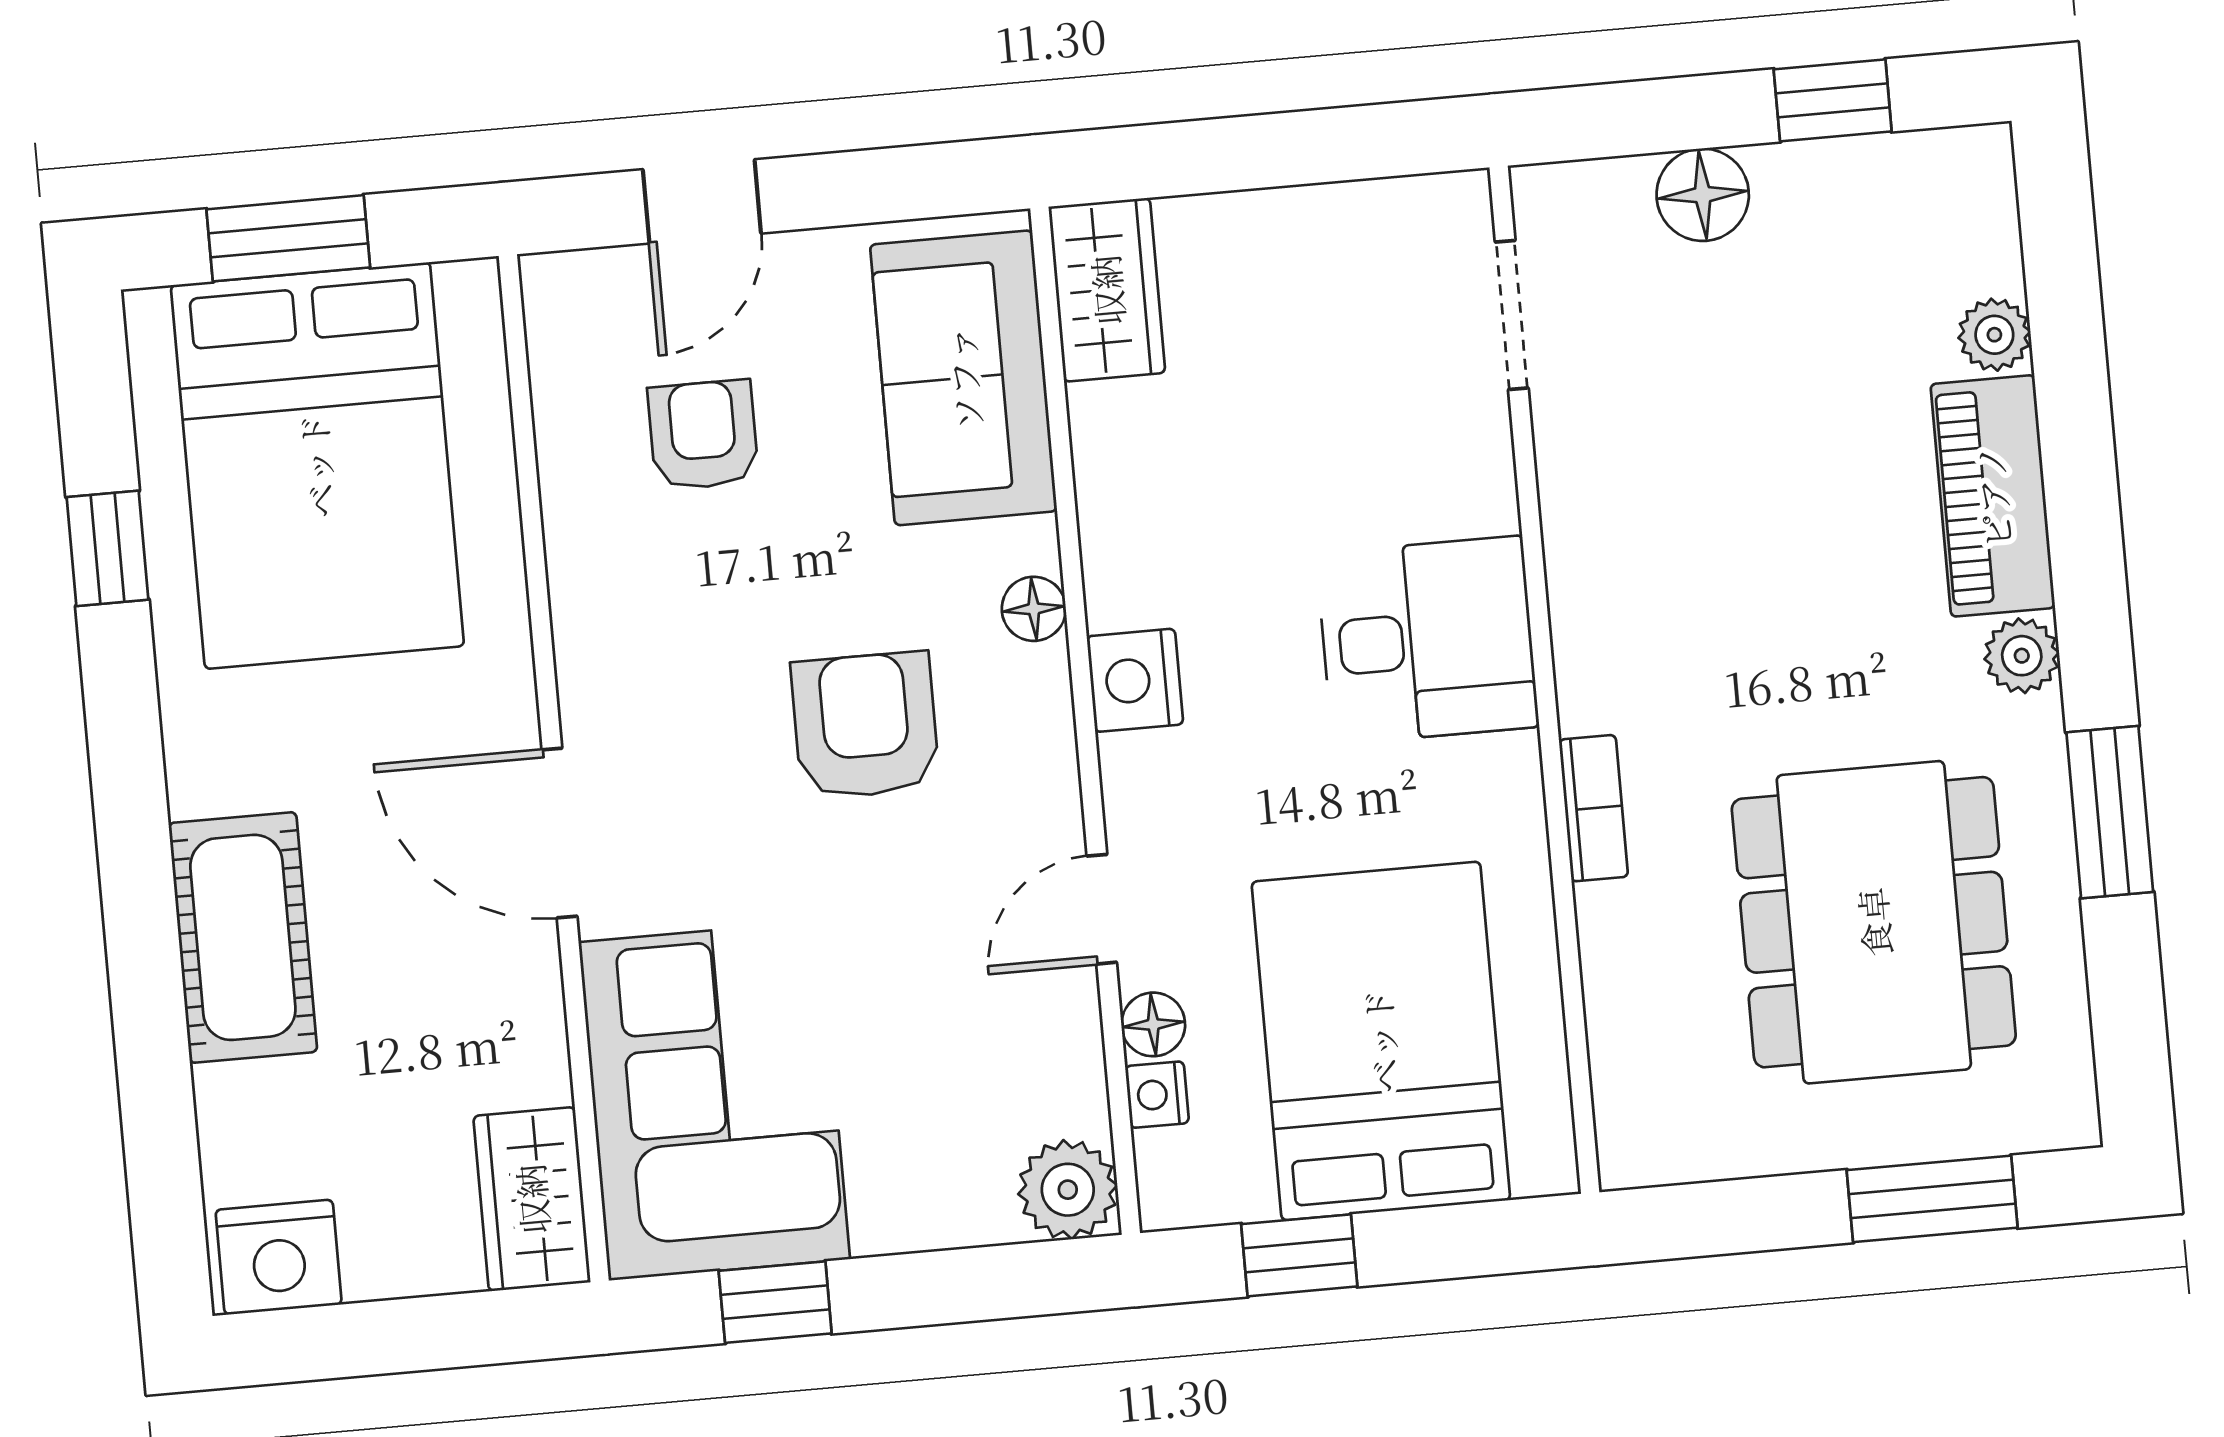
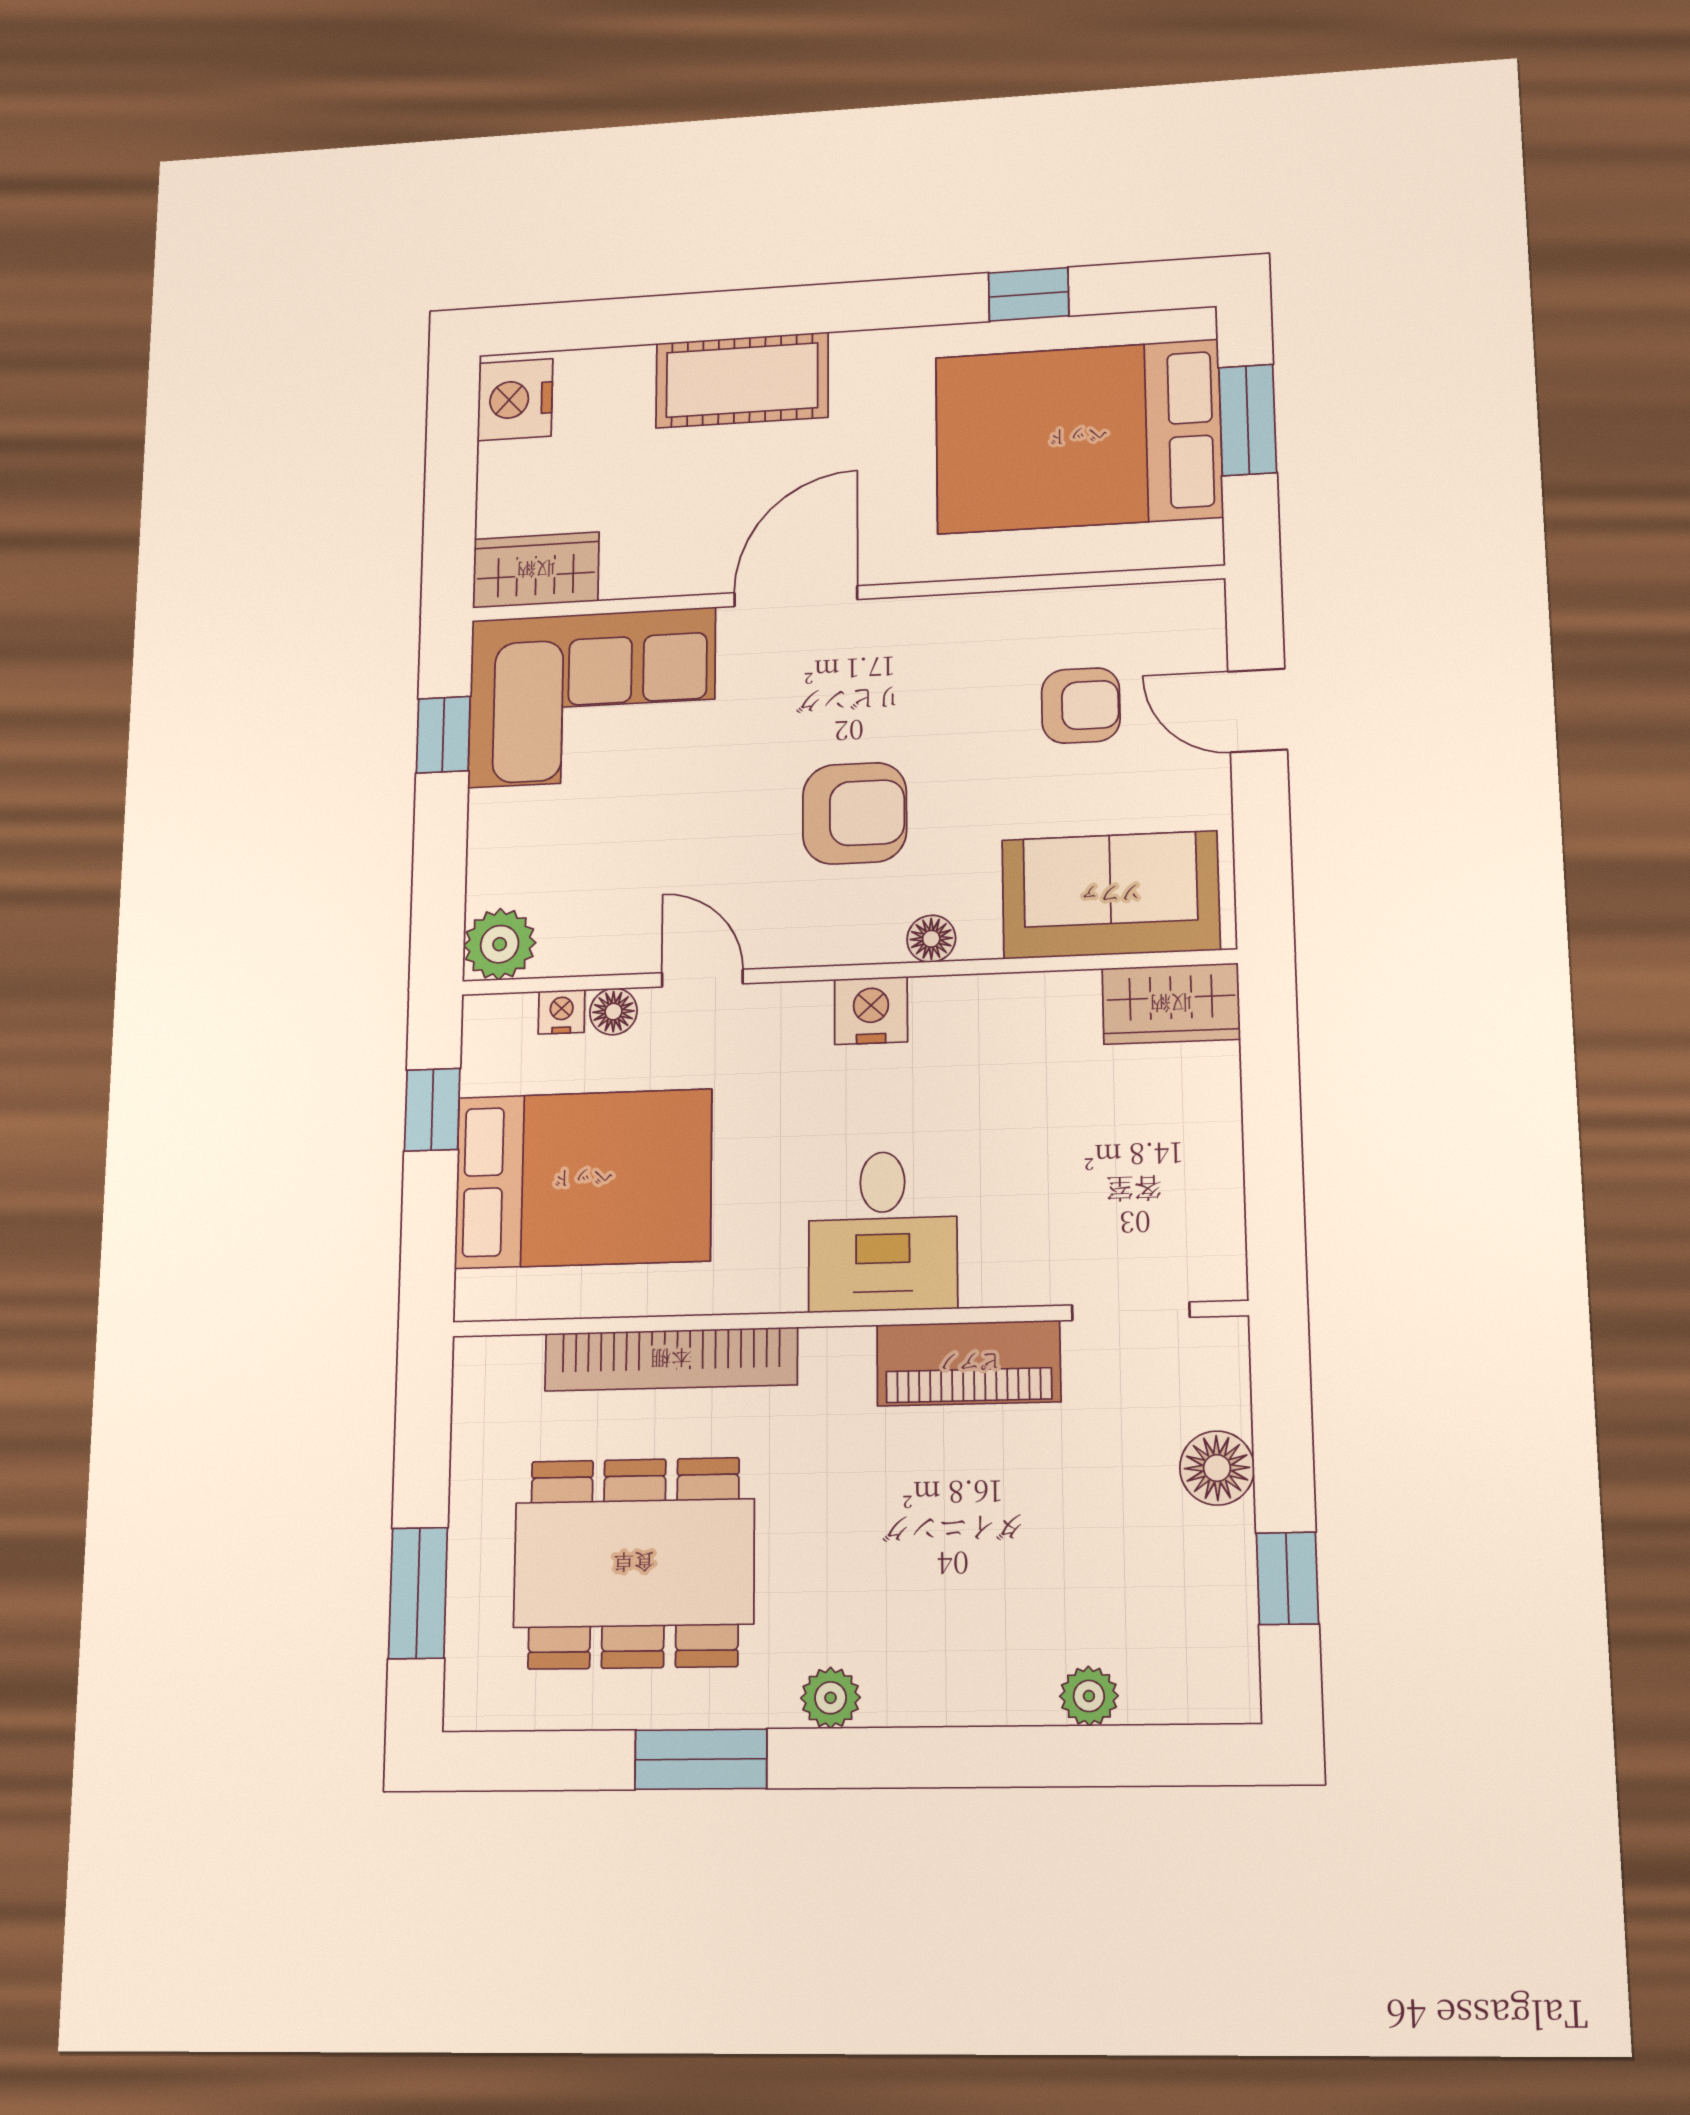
piano: (1993, 496) -> (969, 1363), moved, turned 180
bookcase: (1593, 808) -> (671, 1359), width x2.31, depth x1.31

